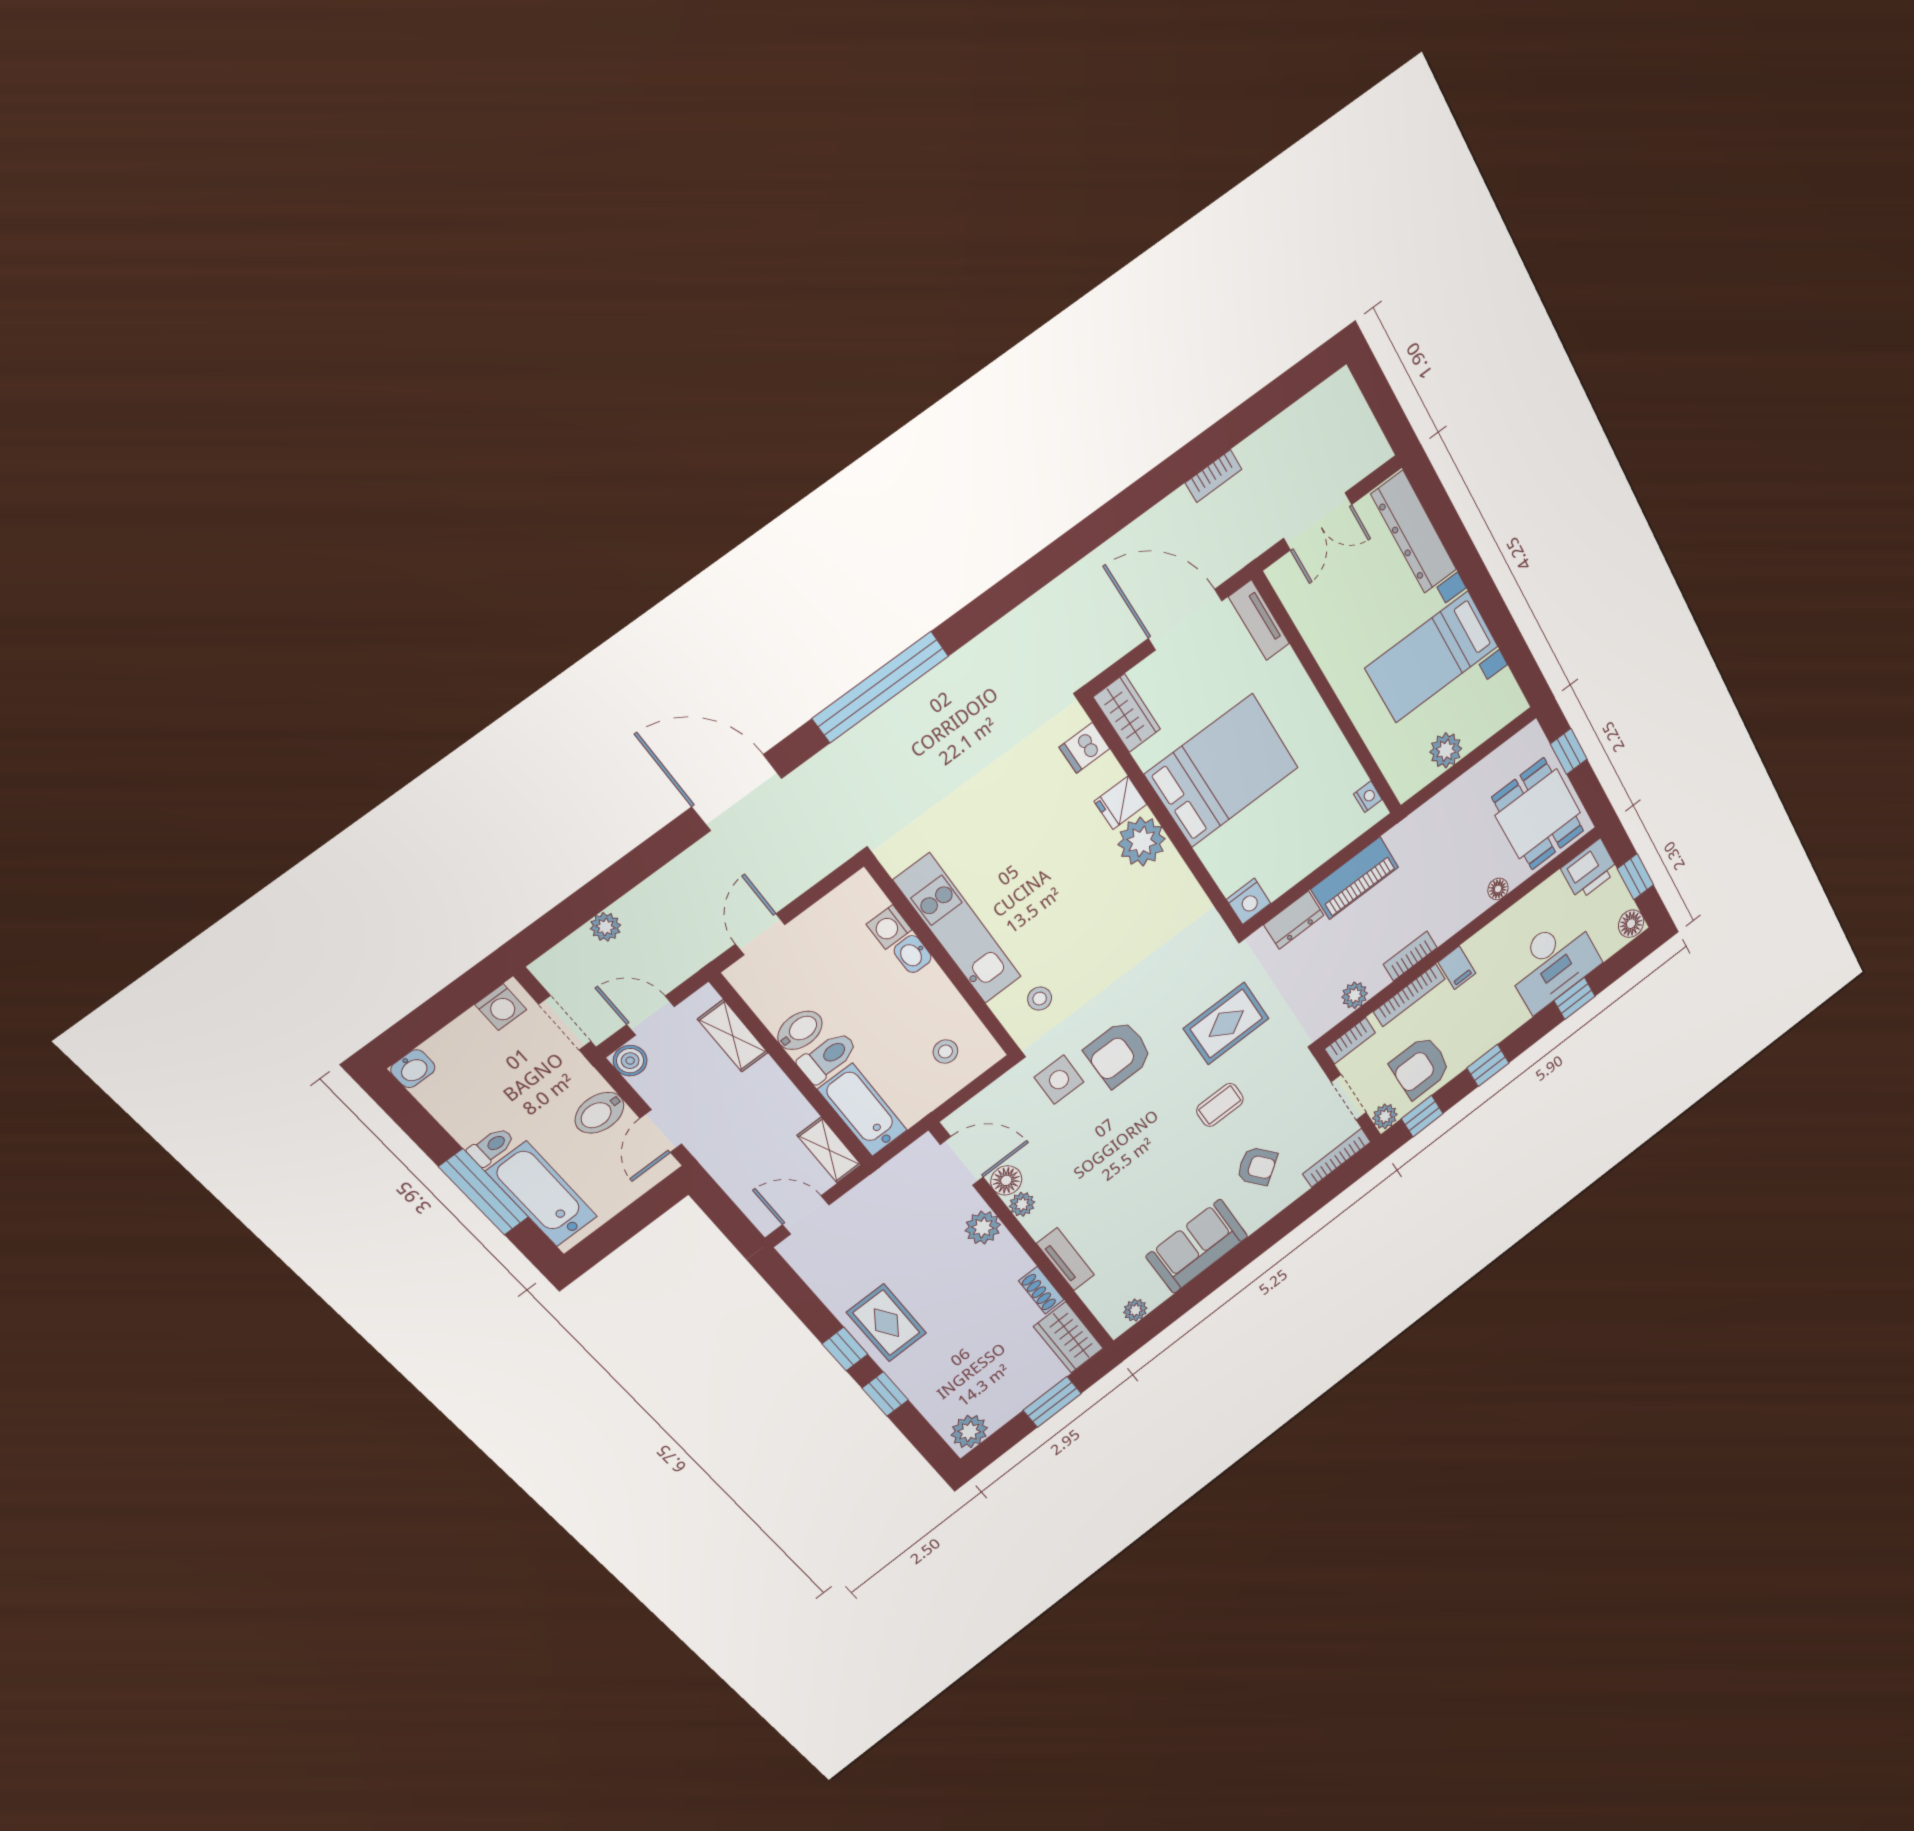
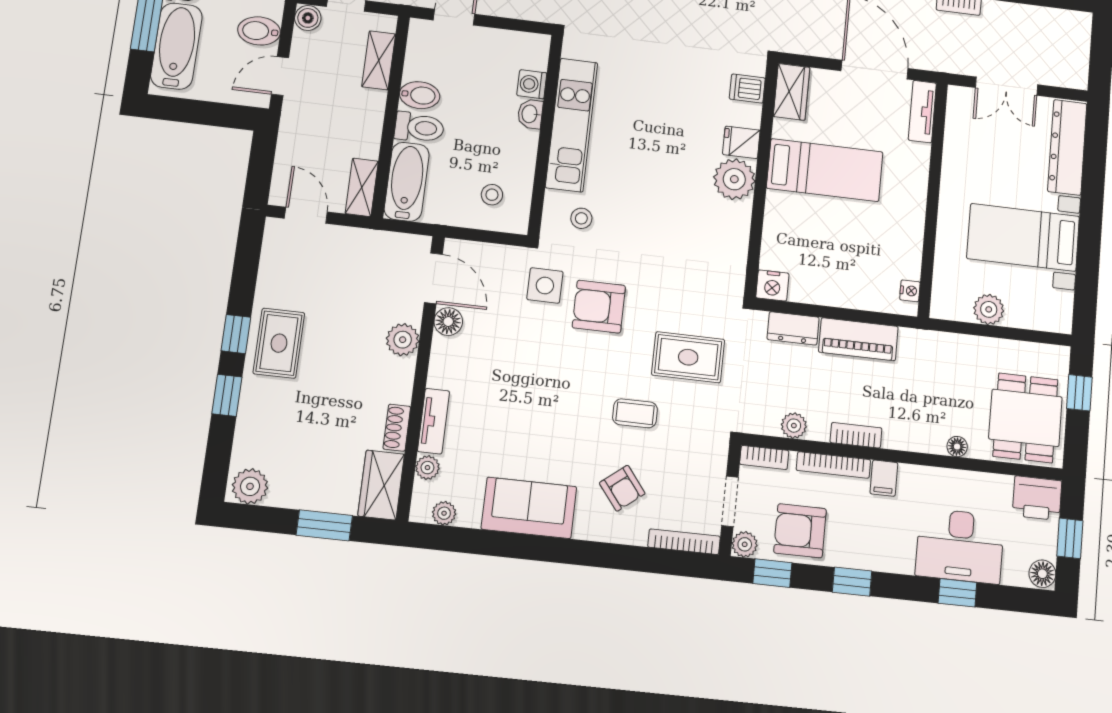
bed: (1222, 771) -> (825, 170), width x0.67
plant: (1022, 1204) -> (427, 468), moved

